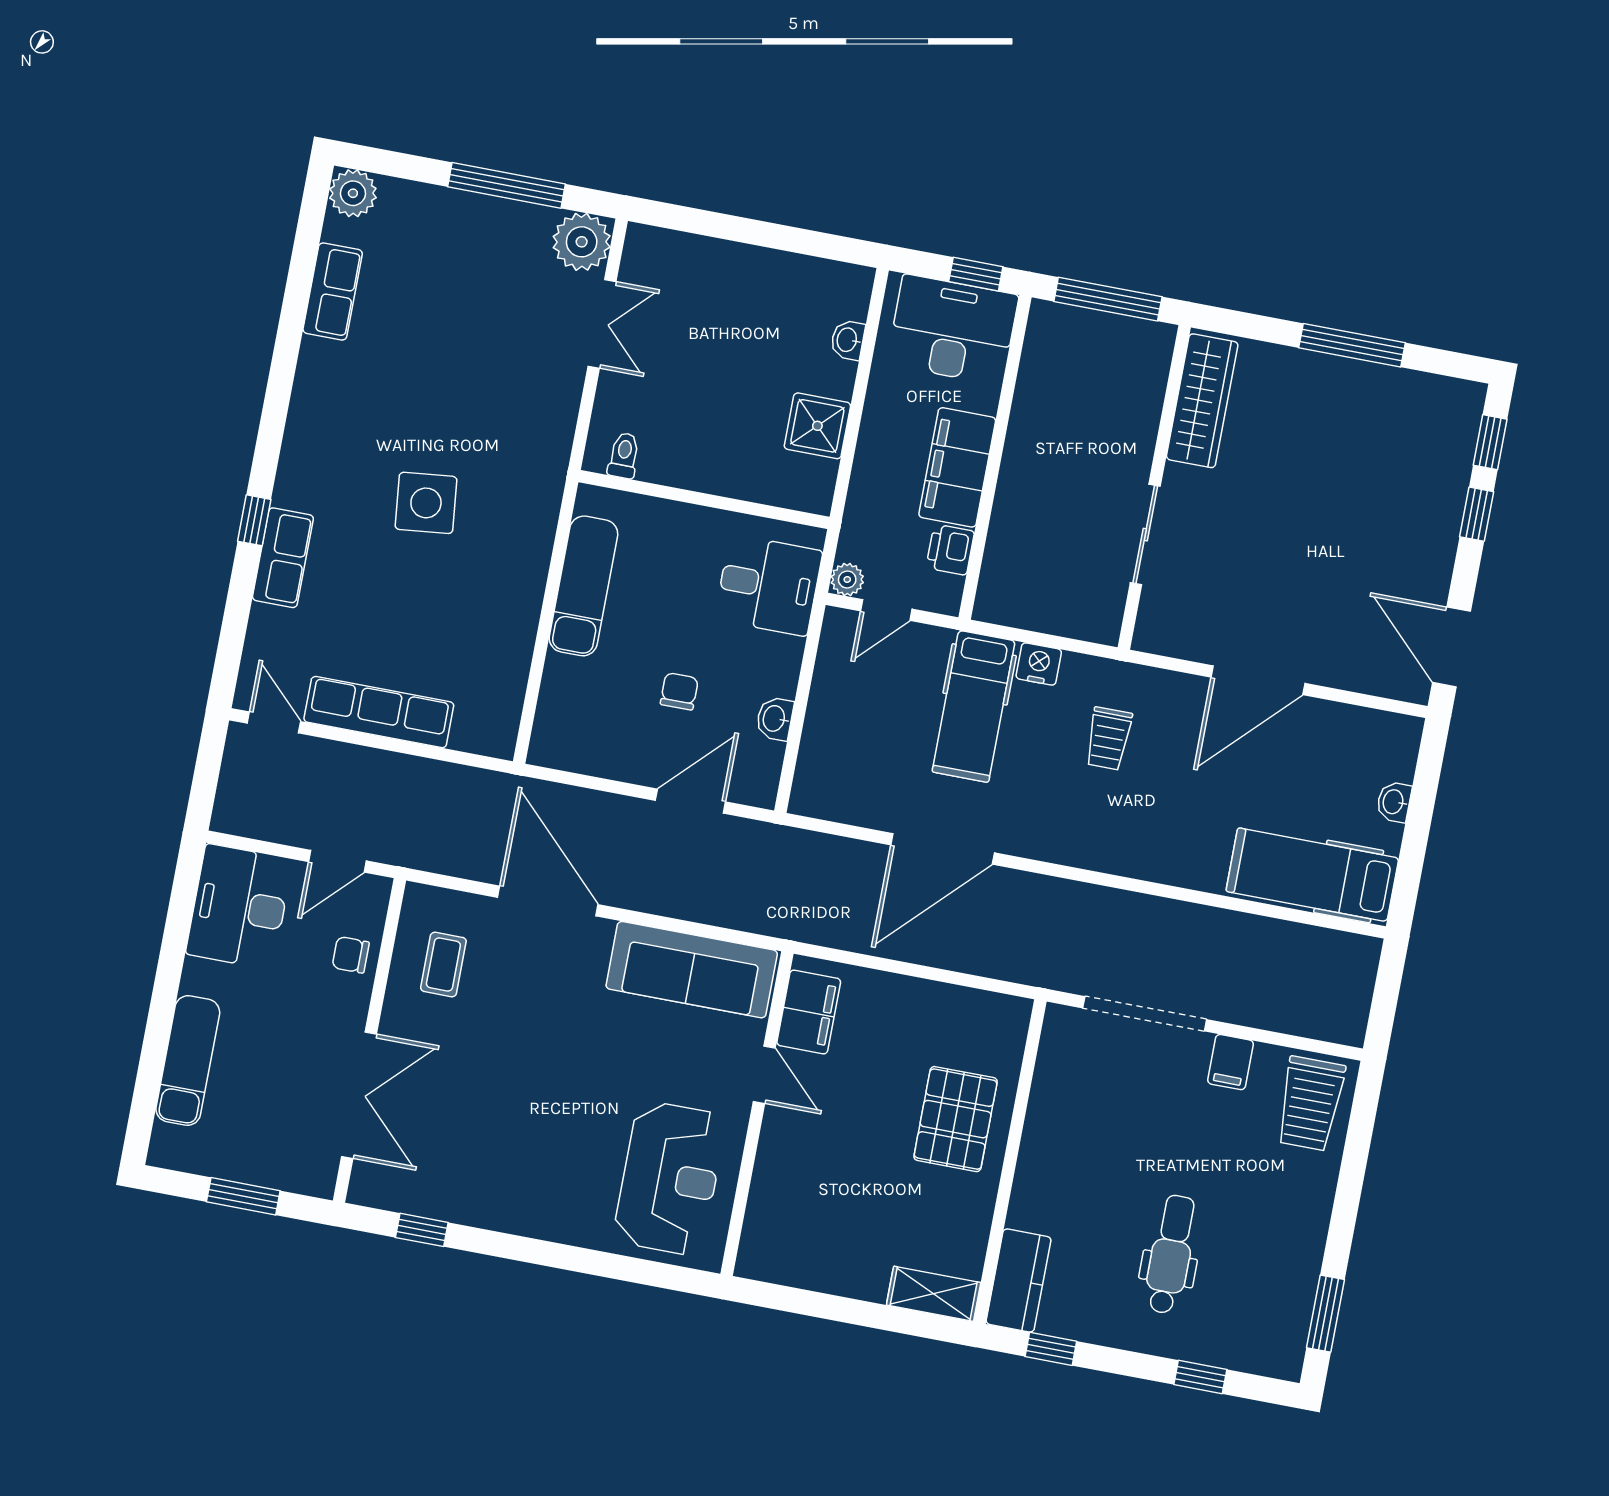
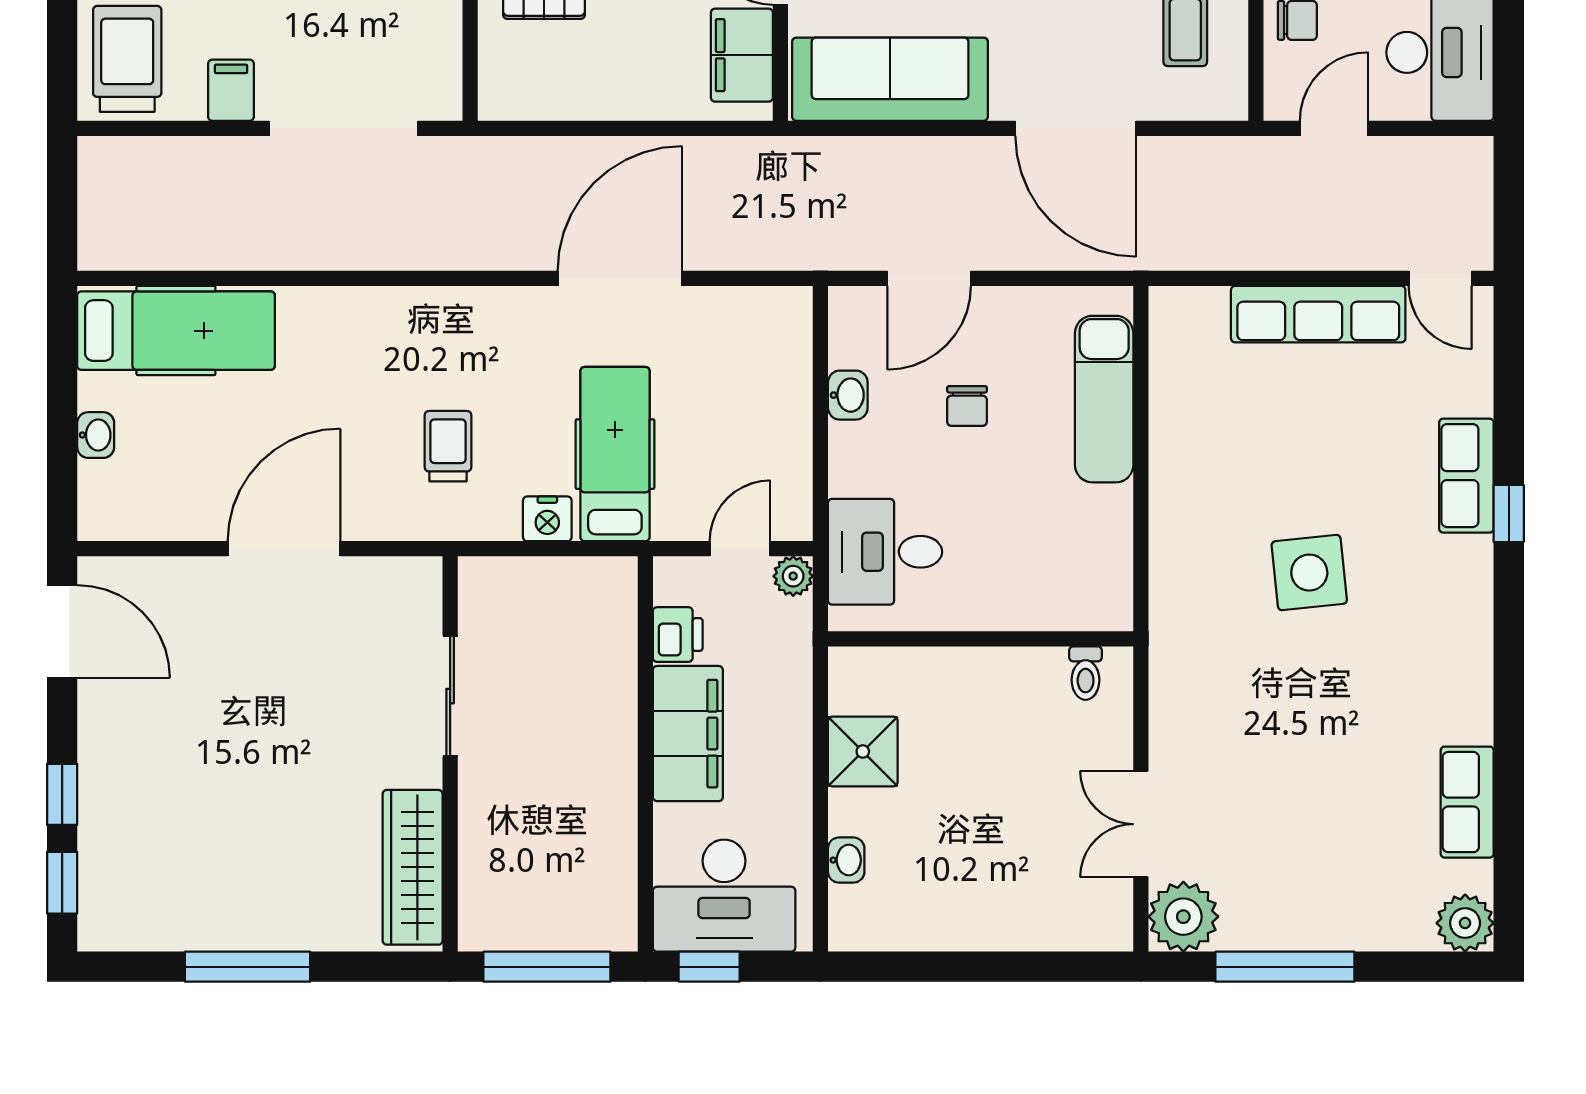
exam couch: (583, 586) -> (1104, 399), moved

